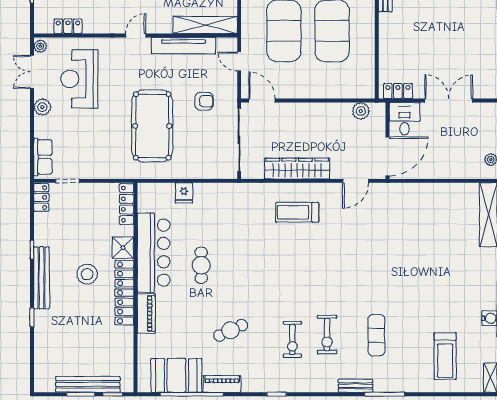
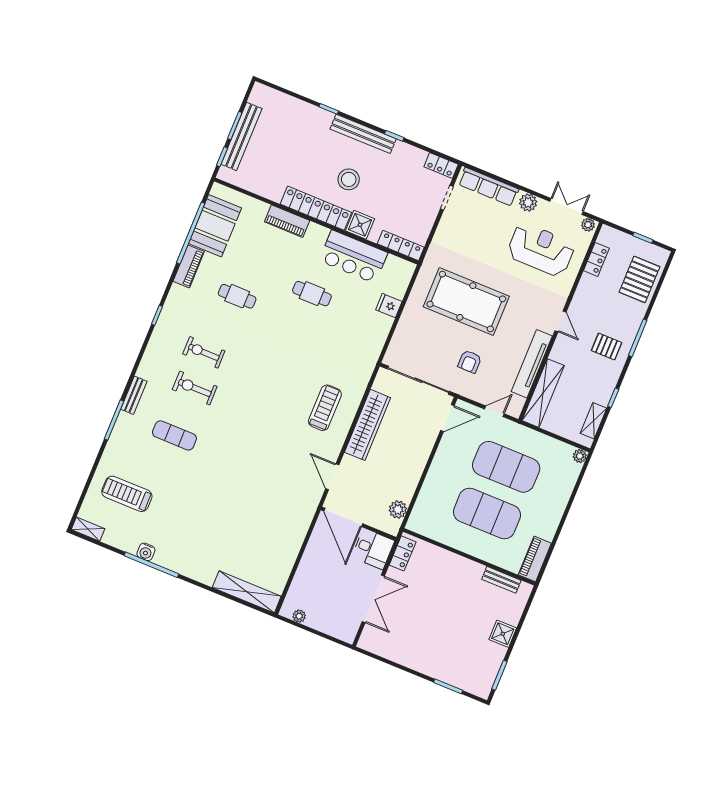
row of seats: (43, 157) -> (488, 187), width x1.48
bar counter: (154, 253) -> (353, 257), width x0.73
cafe table: (231, 330) -> (237, 296), turned -65

